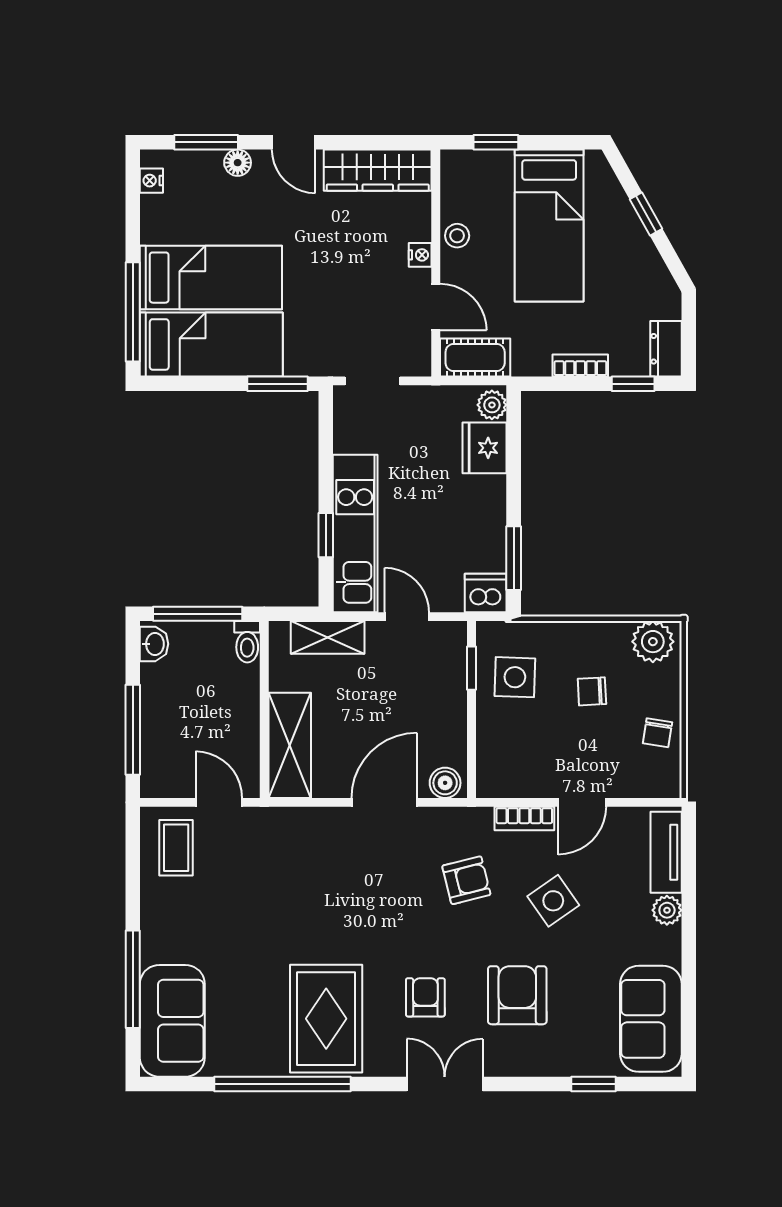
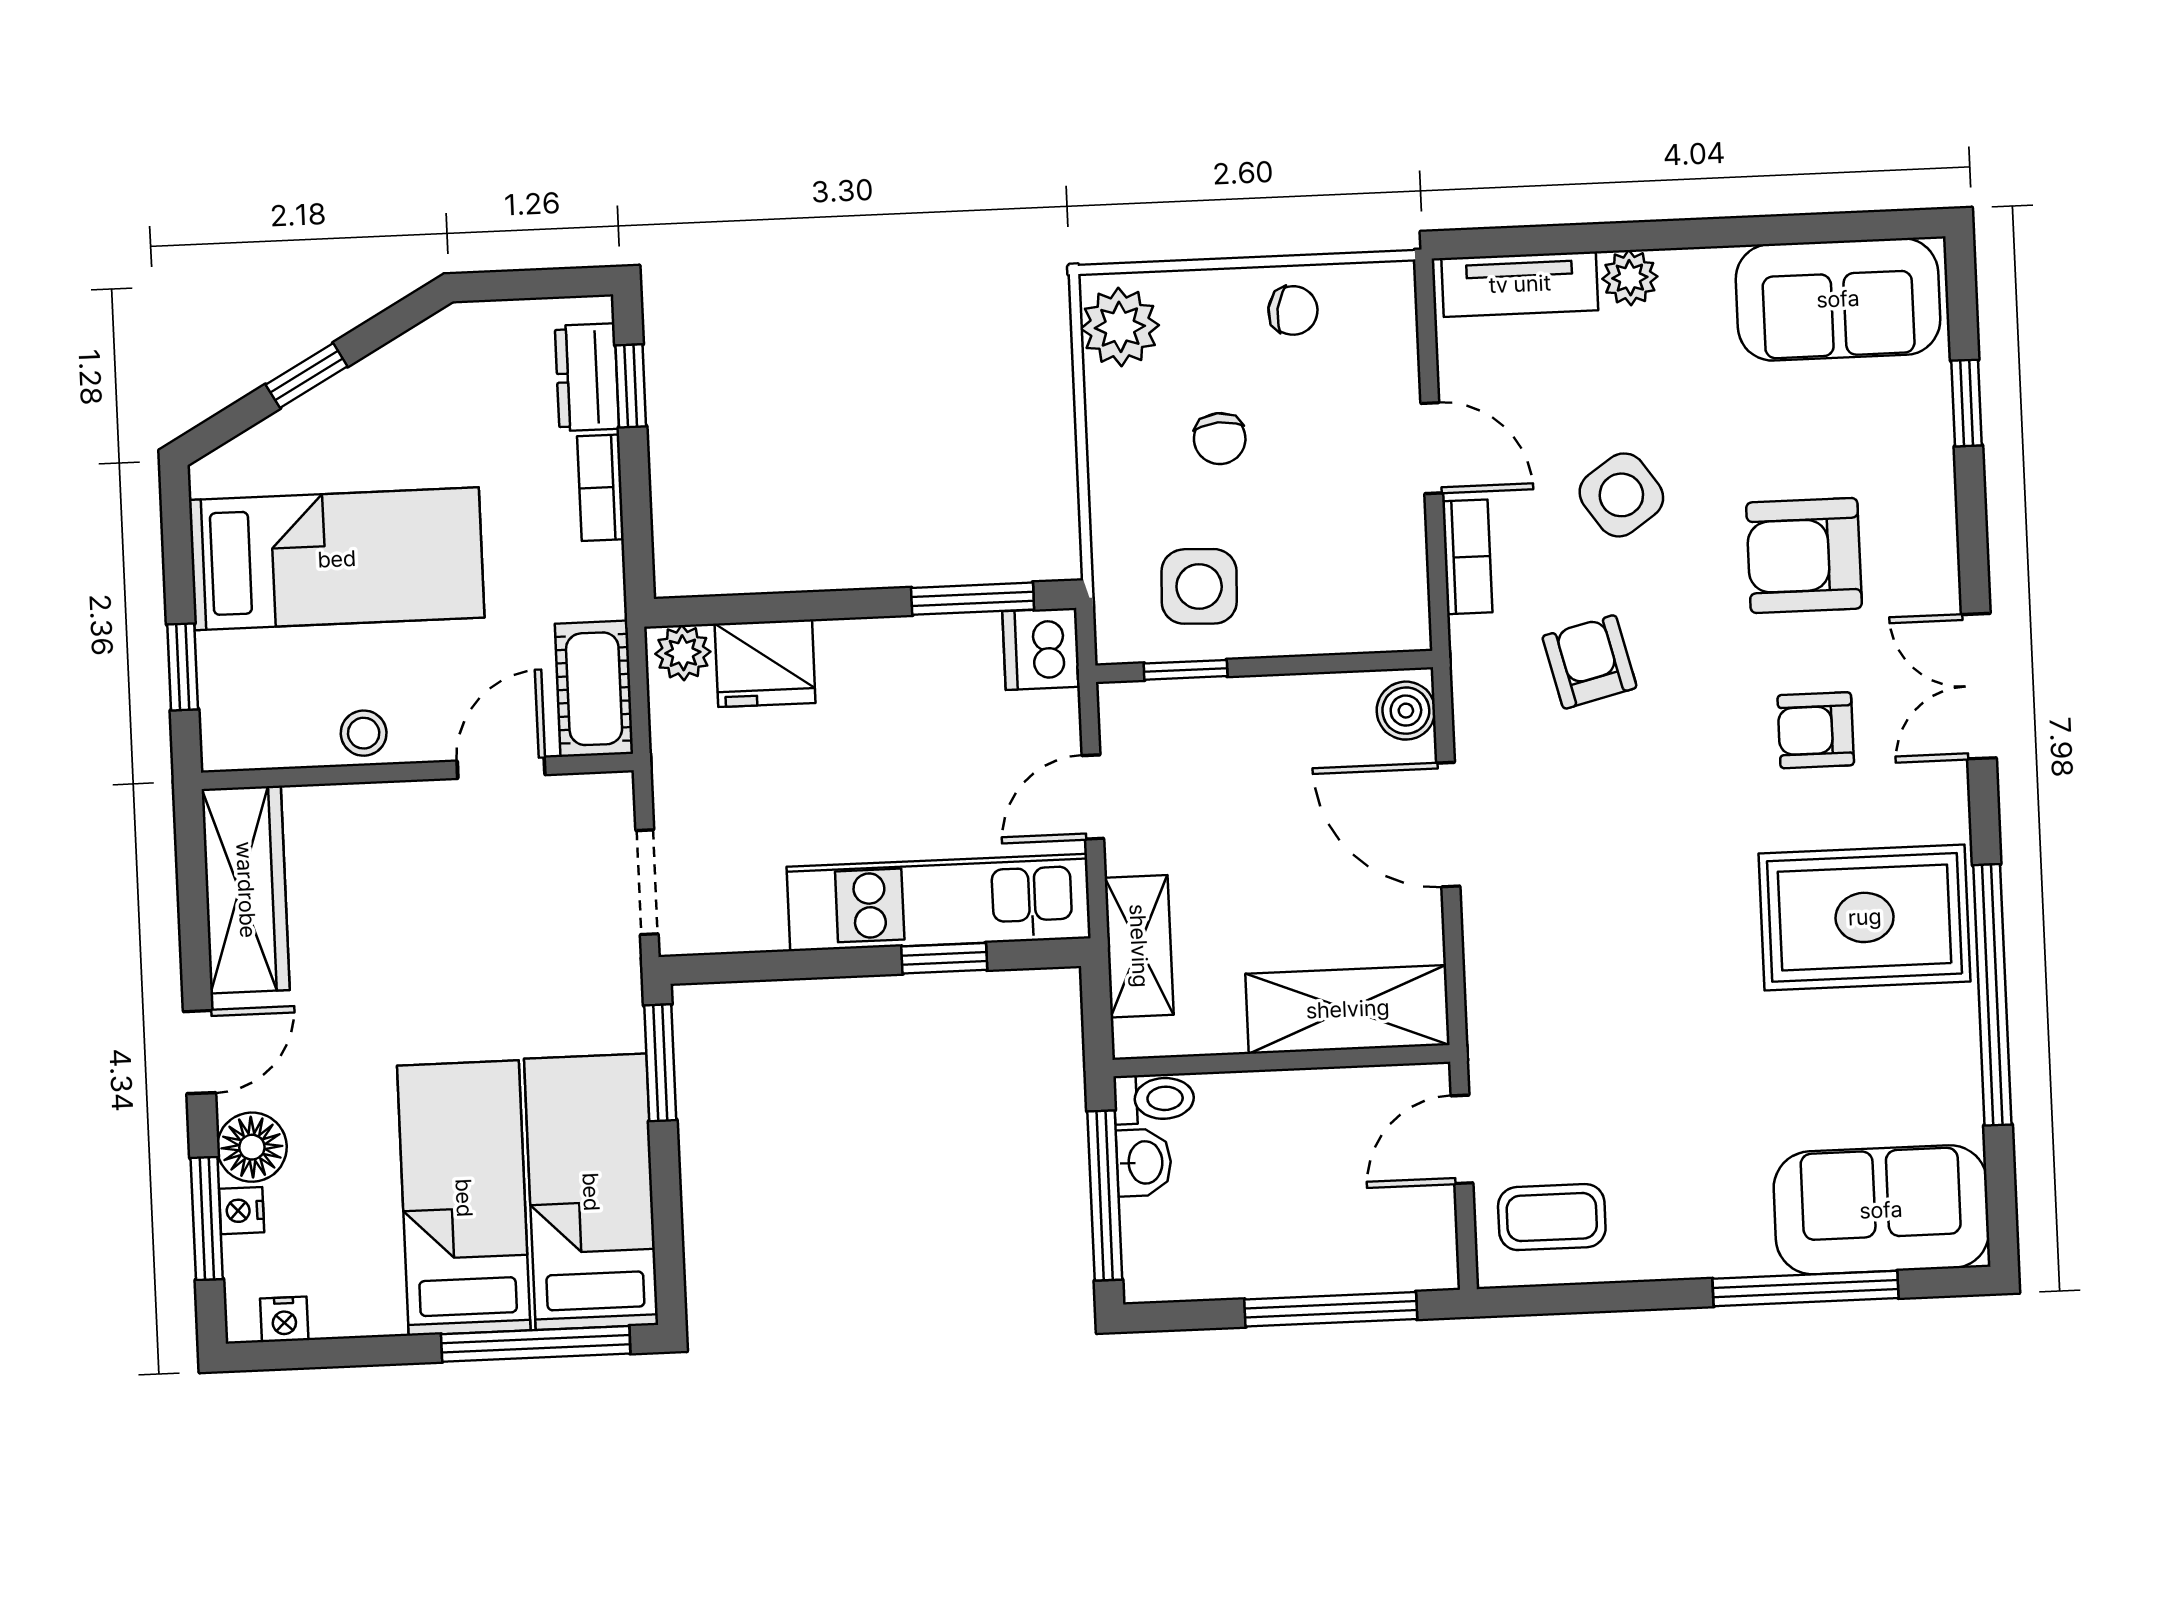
floor lamp: (238, 163) -> (252, 1147), width x1.37, depth x1.37
nightstand: (420, 255) -> (242, 1211), moved, turned -90
dresser: (666, 349) -> (587, 377), moved, turned 90
washbasin: (154, 644) -> (1144, 1162), moved, turned 90

